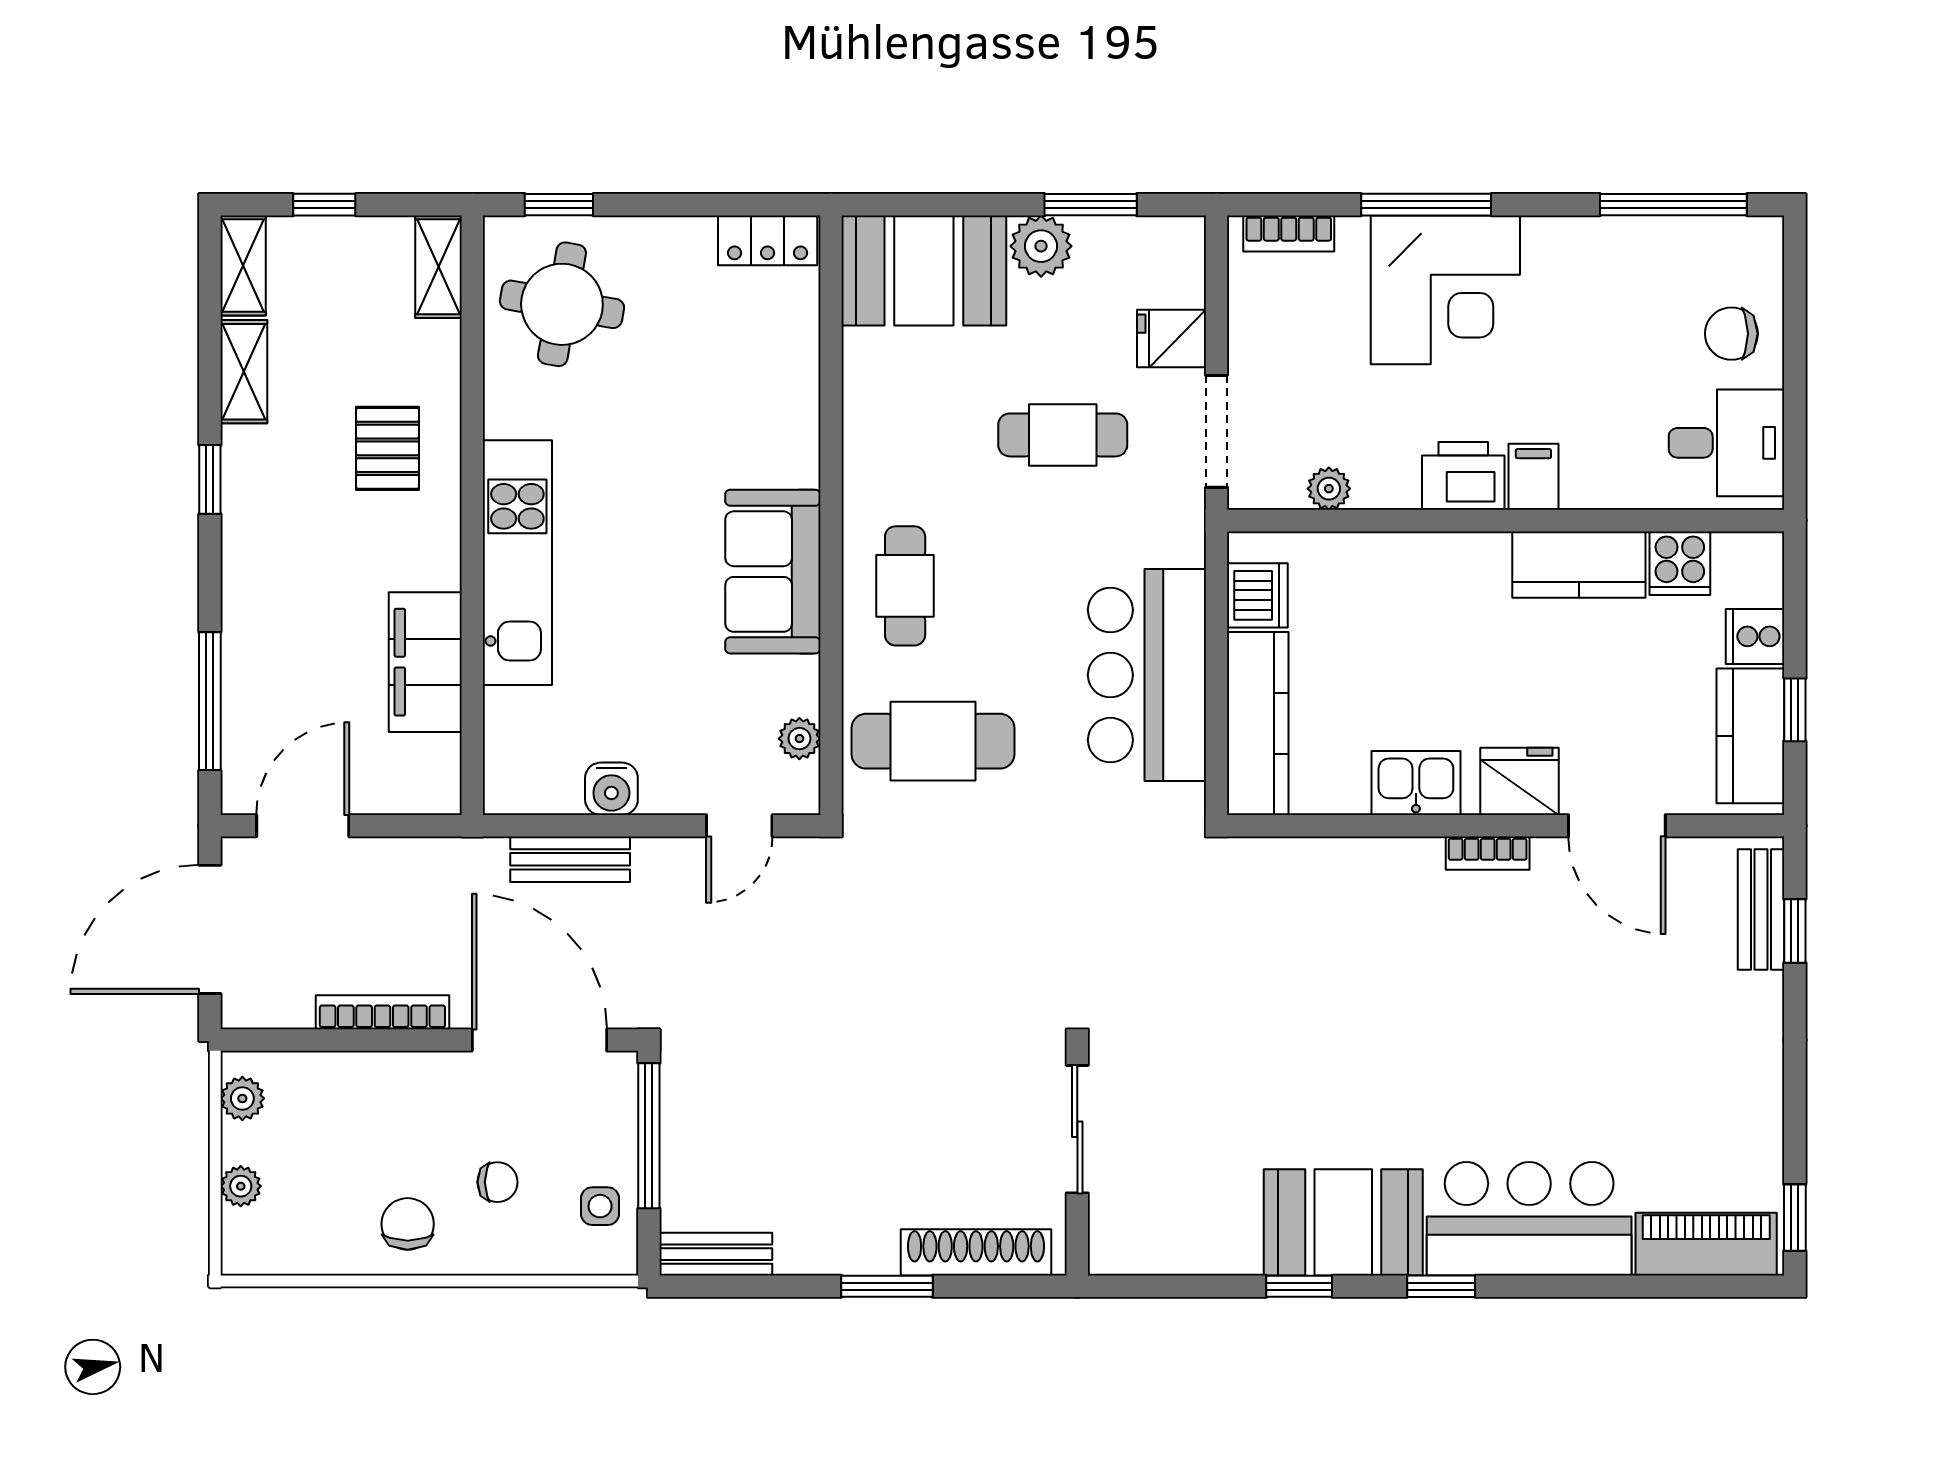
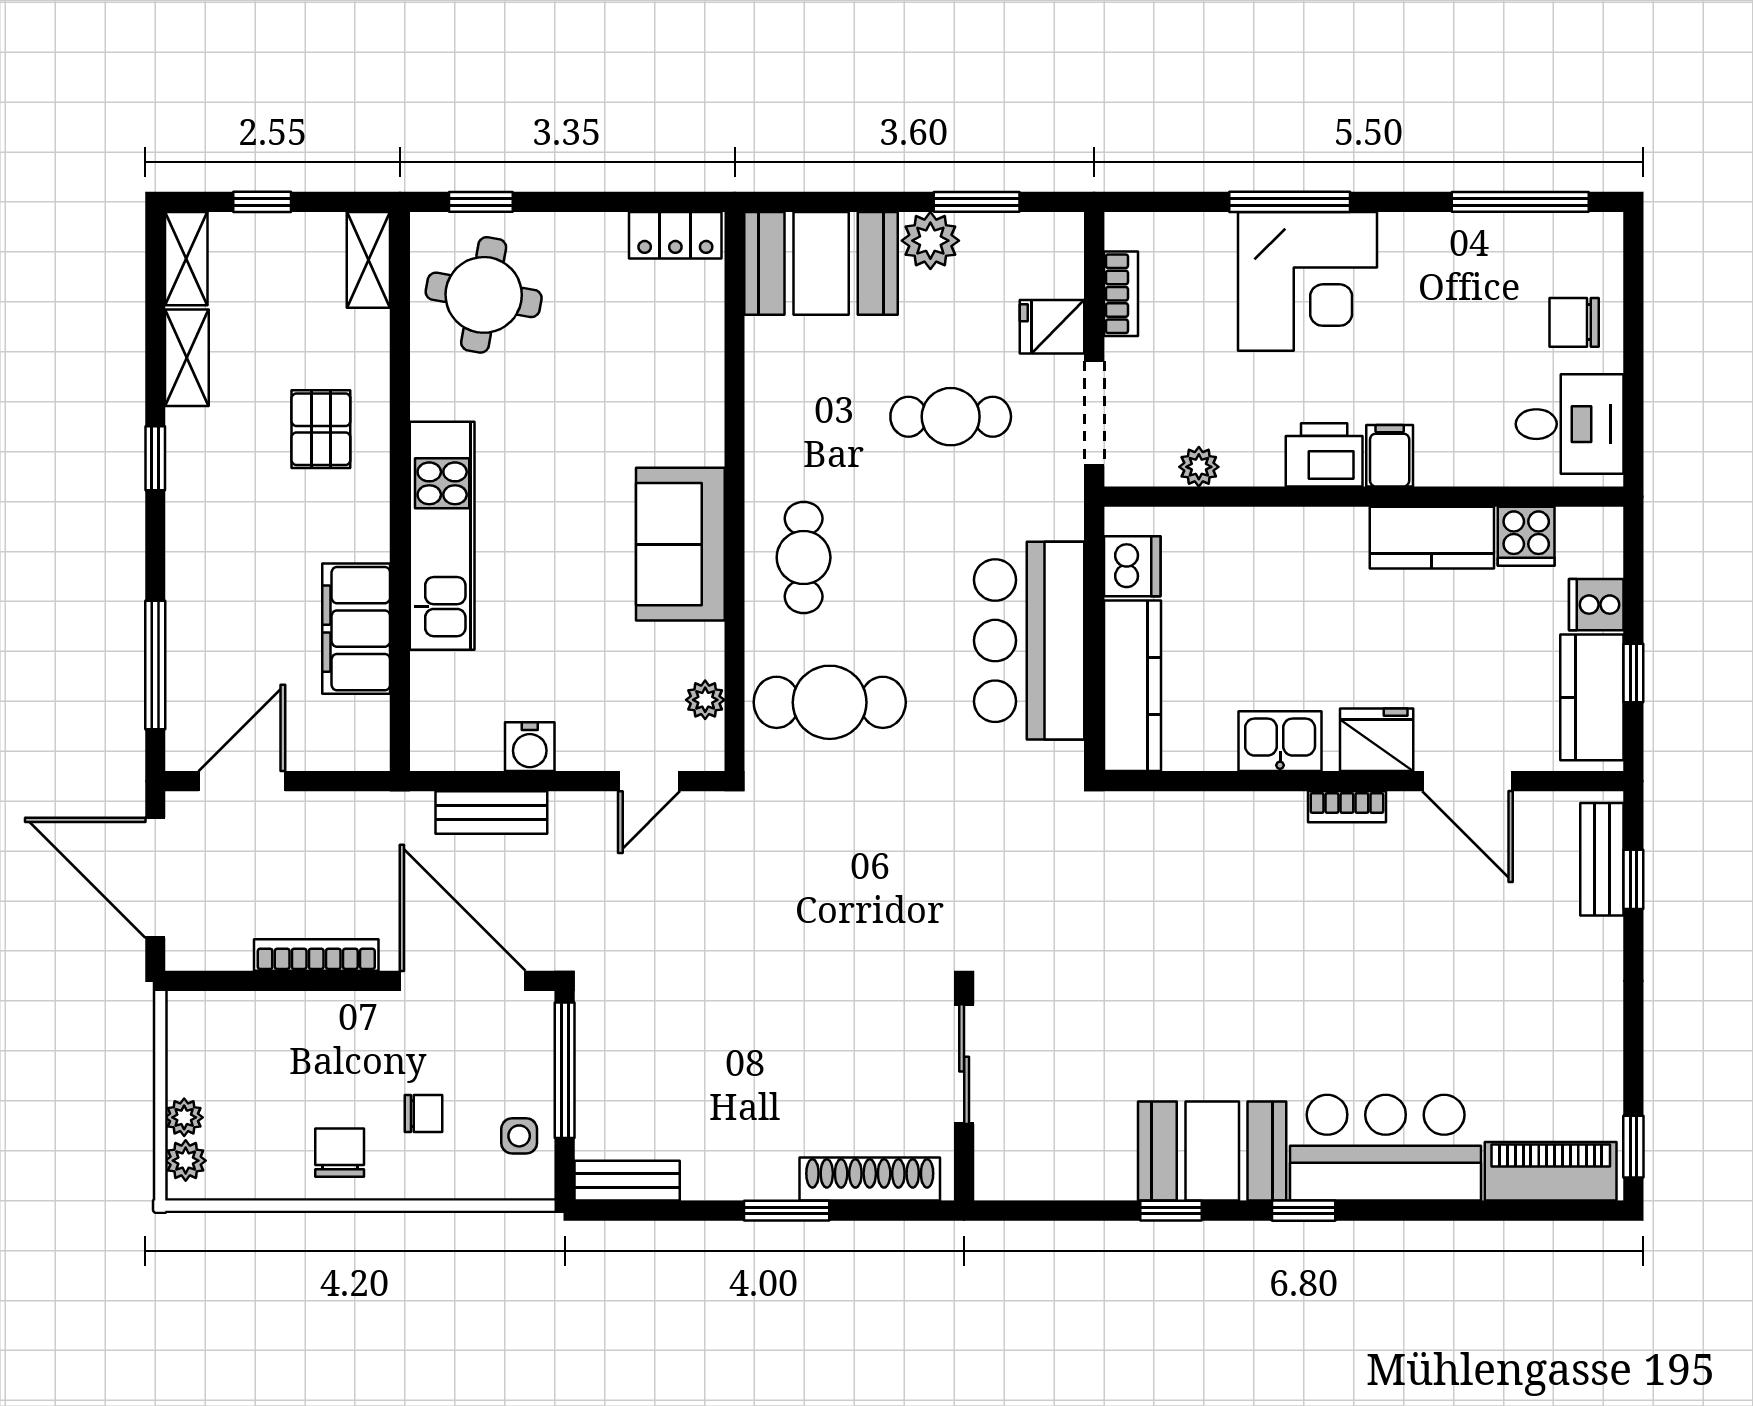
bookcase: (1289, 234) -> (1121, 294), moved, turned -90
door: (210, 929) -> (155, 878), hinge flipped
plant: (242, 1098) -> (186, 1161), moved

